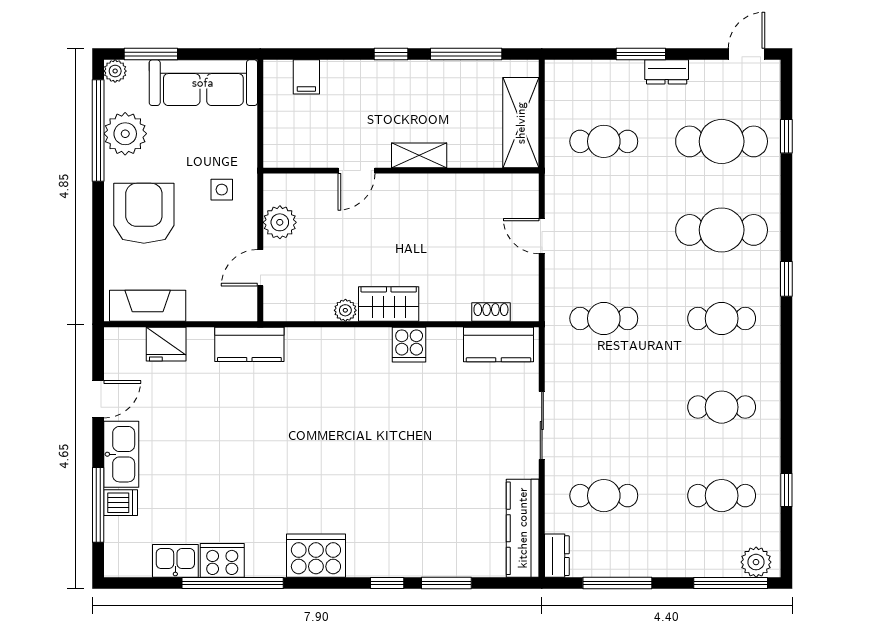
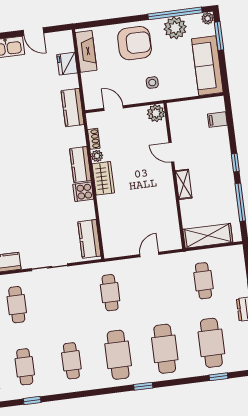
plant: (280, 222) -> (156, 113), moved
shoe rack: (491, 312) -> (94, 139), moved
cafe table: (722, 318) -> (118, 355), width x1.37, depth x1.35
kitchen counter: (358, 343) -> (80, 165), added

